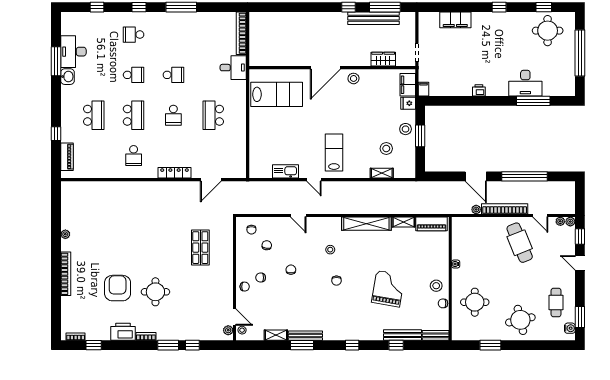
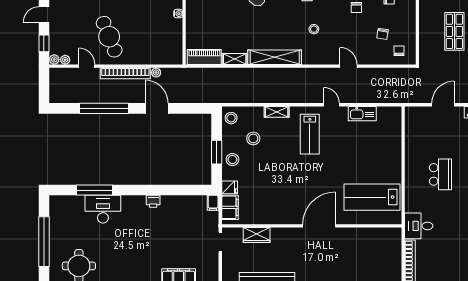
stool: (354, 78) -> (231, 118), moved
shelving: (382, 173) -> (277, 112), moved
door: (580, 263) -> (44, 15), swing flipped

